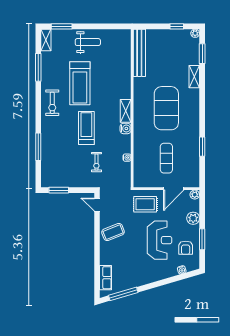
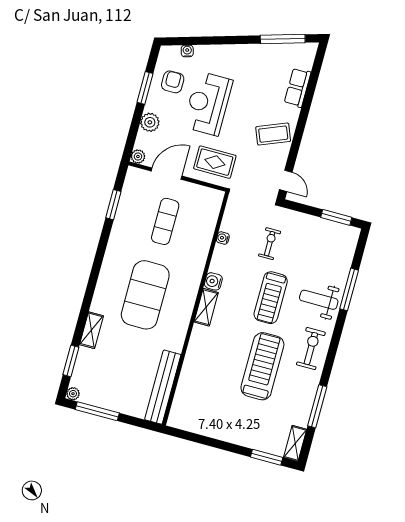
window: (177, 26) -> (97, 411), width x2.17
weight bench: (88, 42) -> (319, 300), moved
window: (202, 147) -> (113, 205), moved
row of seats: (106, 278) -> (298, 88), moved

